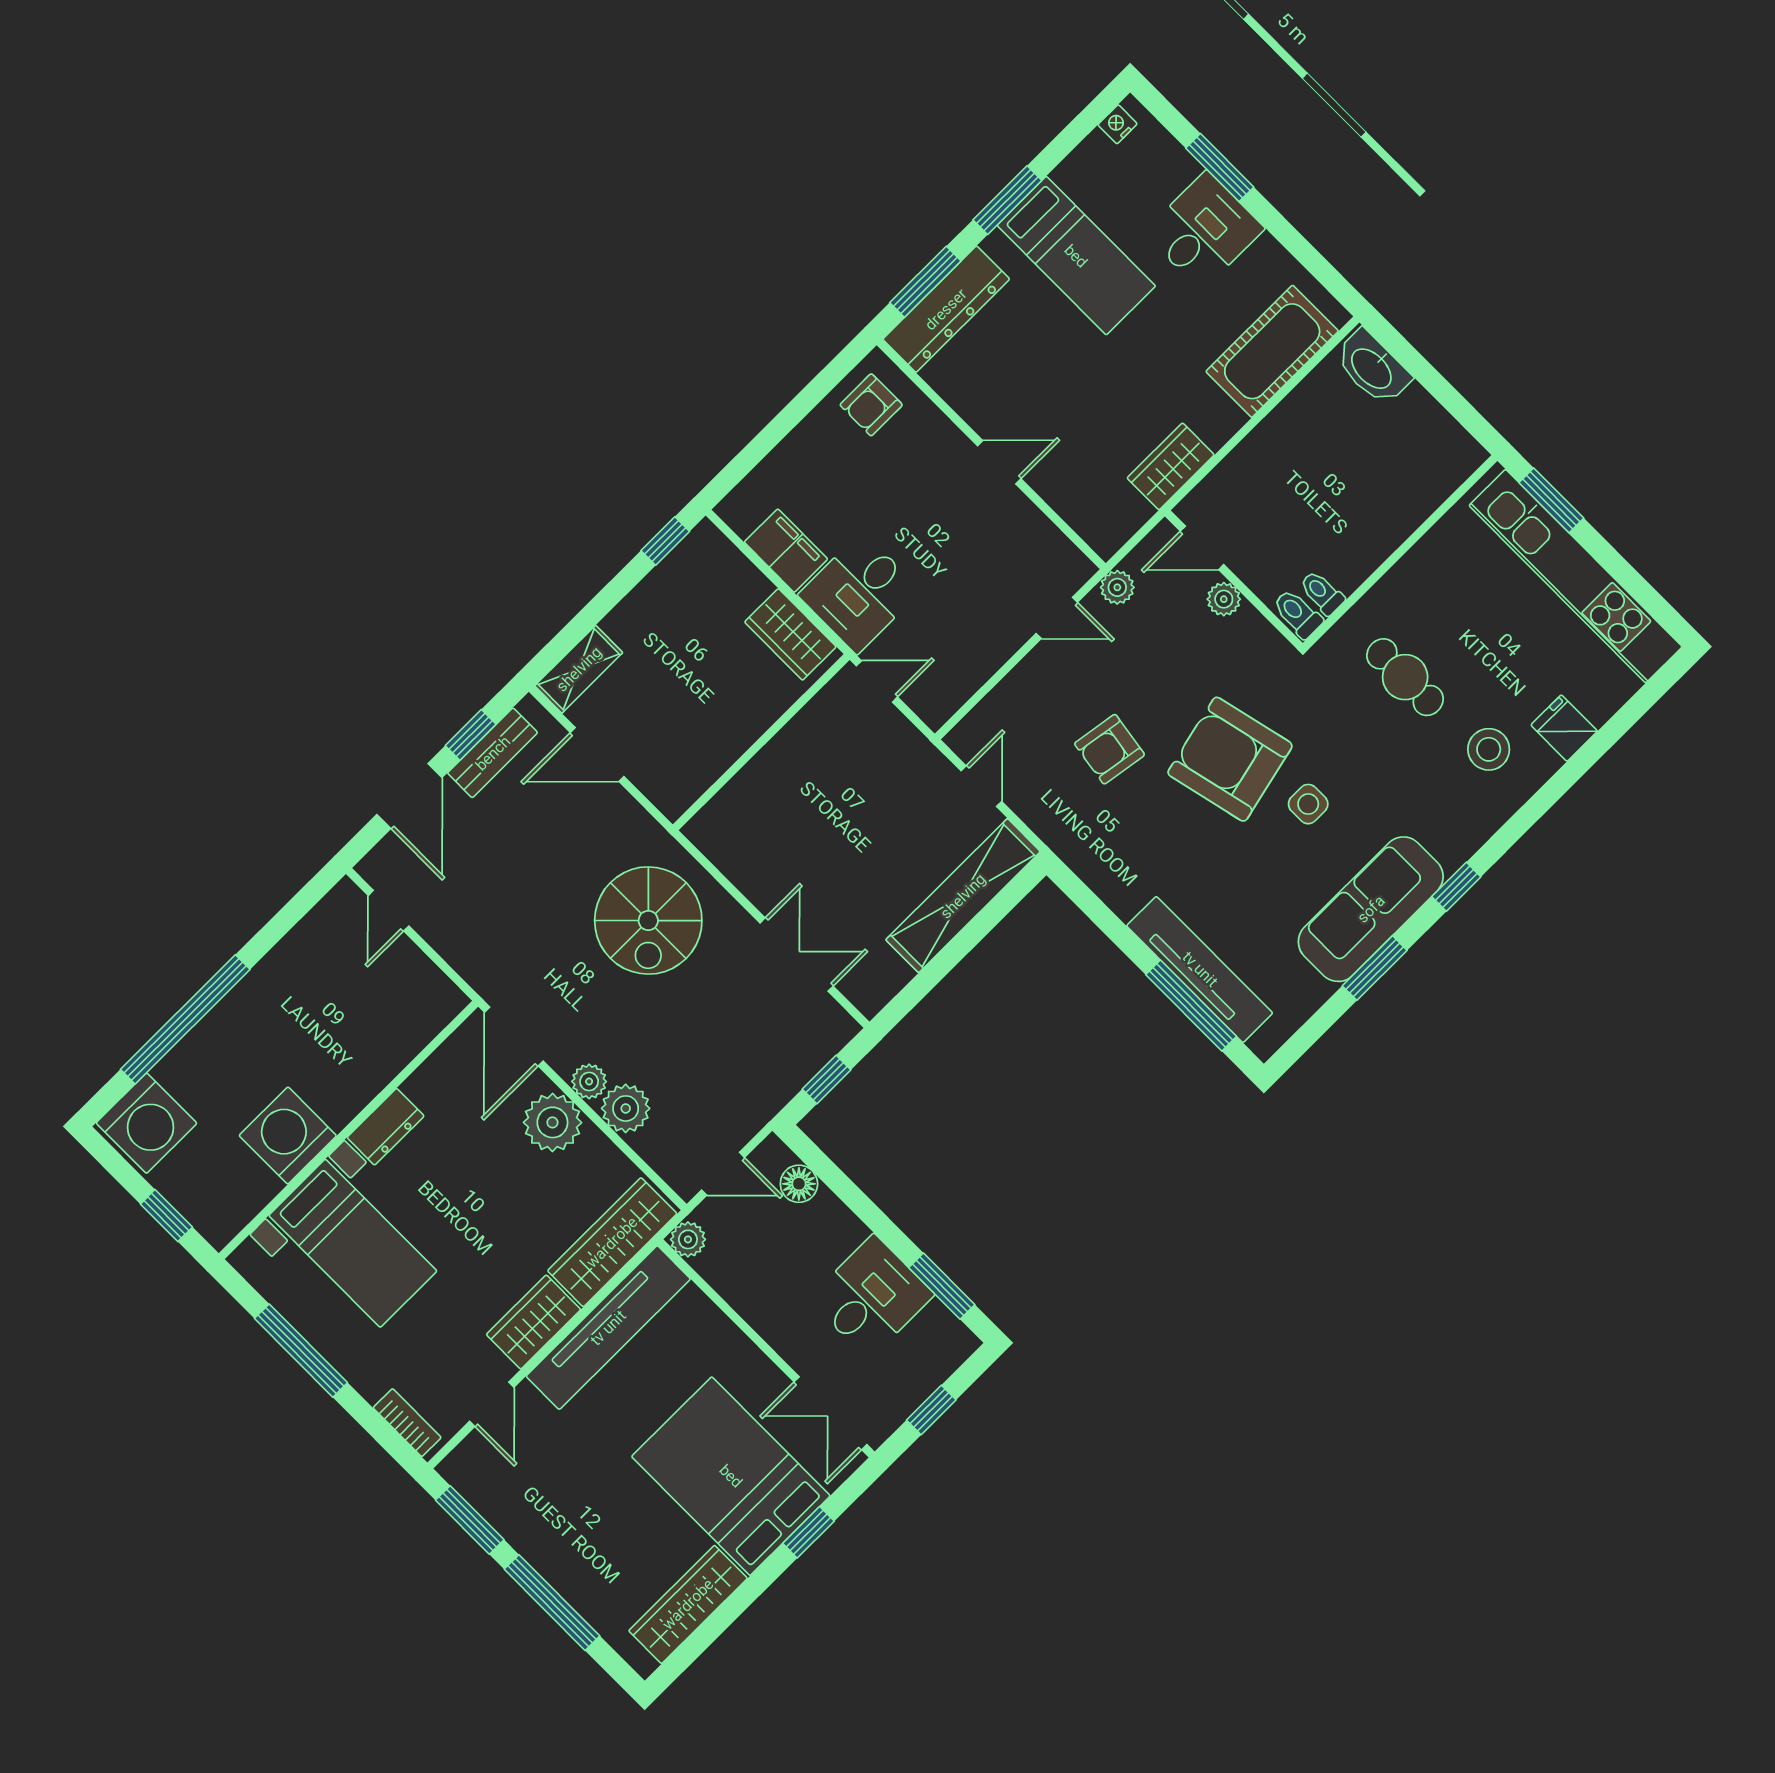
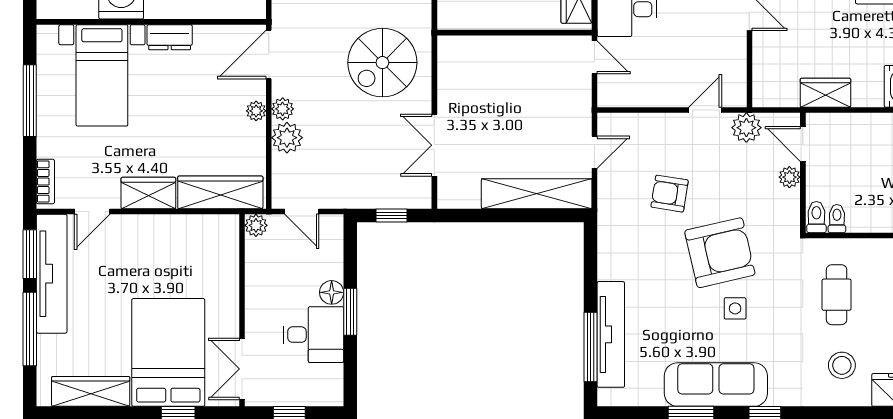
plant: (1117, 587) -> (746, 128), width x1.38, depth x1.38
door: (1057, 618) -> (705, 110), swing flipped
armchair: (1230, 759) -> (720, 253), turned 90
double door: (797, 955) -> (434, 145), swing flipped
plant: (552, 1122) -> (256, 111), width x0.53, depth x0.53
floor lamp: (799, 1184) -> (332, 292), moved
window: (942, 1286) -> (350, 312), moved
tv unit: (608, 1328) -> (52, 274), moved, turned -90

